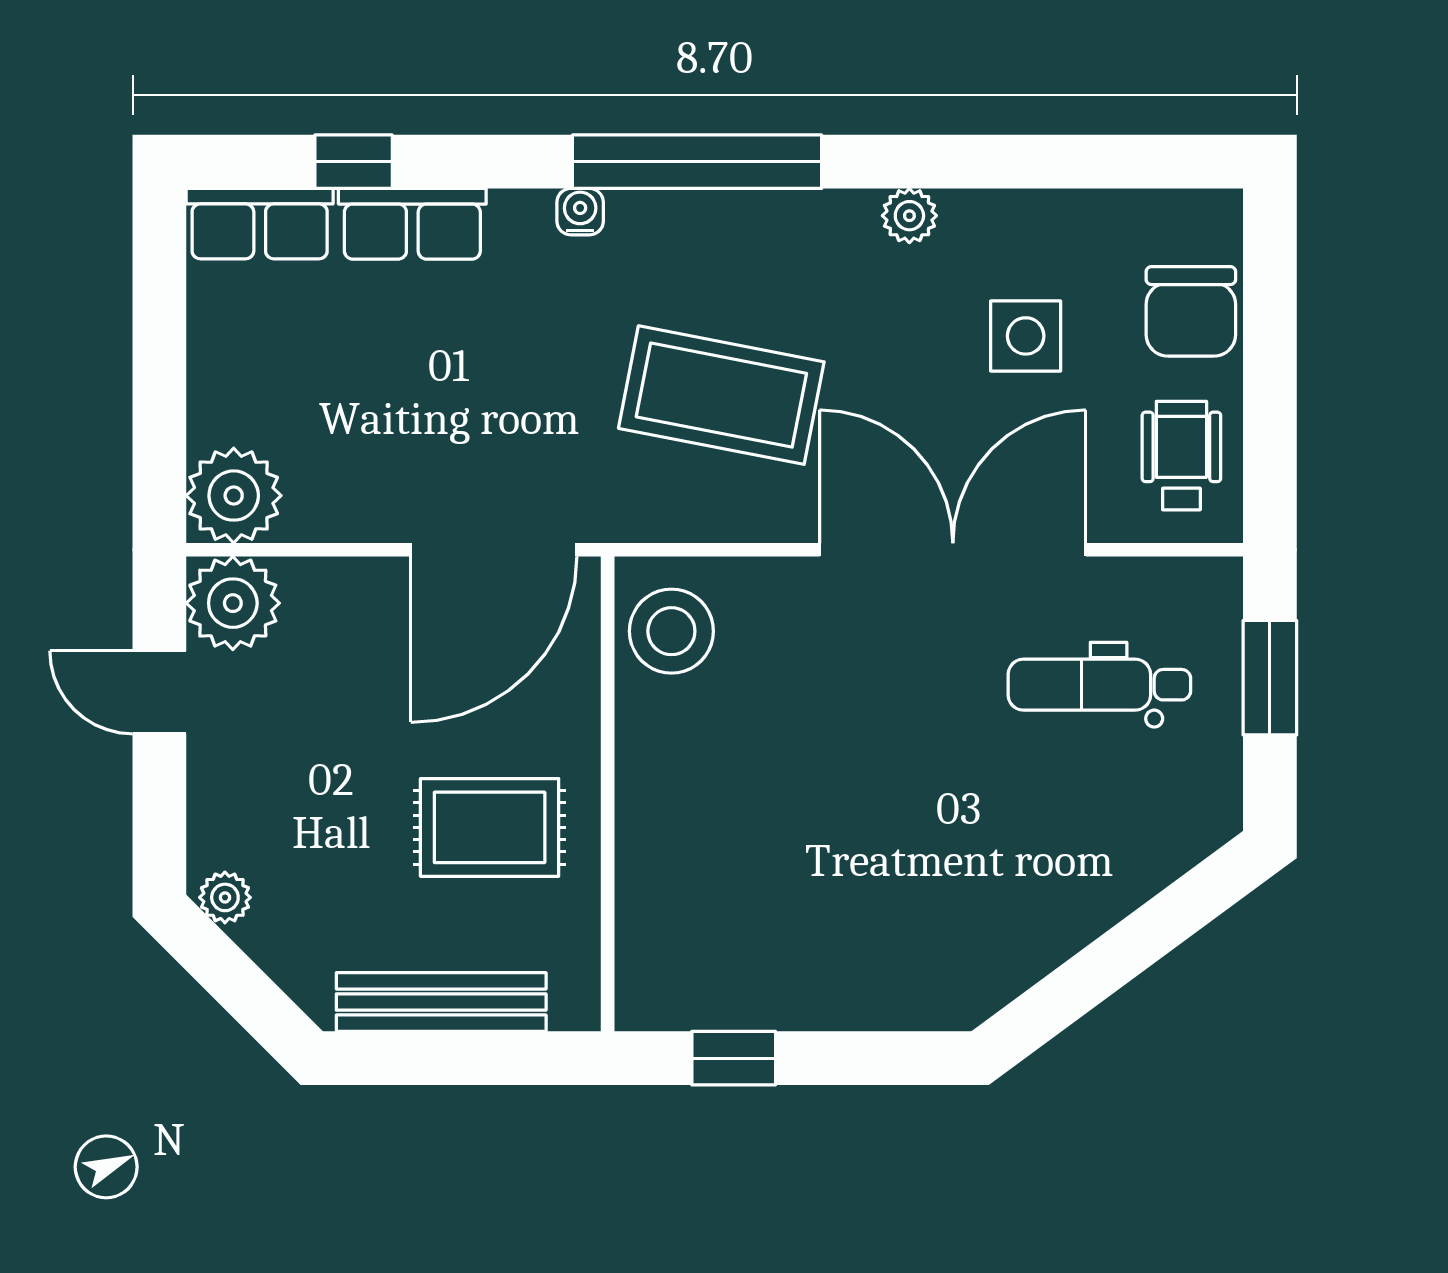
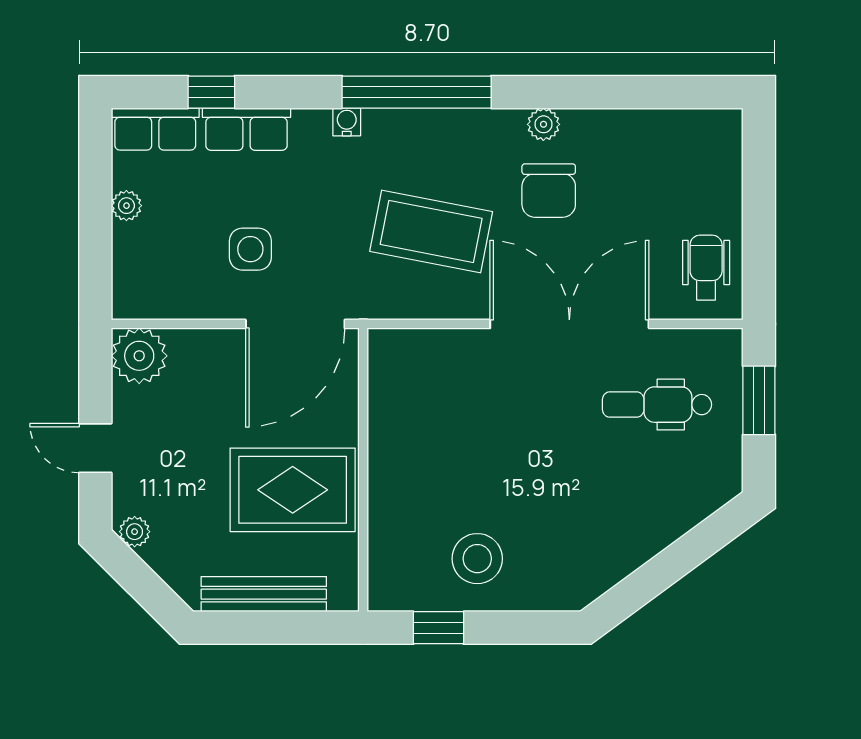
chair: (1191, 311) -> (549, 191), moved
side table: (1026, 336) -> (250, 249), moved
plant: (234, 496) -> (126, 206), moved, width x0.53, depth x0.53
stool: (671, 631) -> (477, 559), moved
door: (159, 692) -> (95, 448), moved
rug: (490, 827) -> (293, 490), width x1.36, depth x1.43

